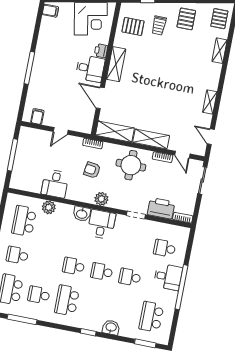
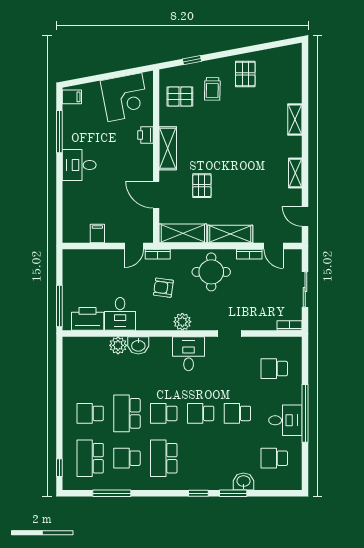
pallet: (219, 19) -> (202, 186), moved
shelving: (219, 51) -> (295, 119), moved
window: (29, 68) -> (59, 132), moved
desk: (90, 69) -> (79, 165), moved, turned 180
filing cabinet: (37, 117) -> (97, 234), moved
door: (61, 131) -> (134, 246), moved
window: (12, 155) -> (59, 306), moved
sliding door: (202, 180) -> (305, 289), moved
printer: (161, 208) -> (88, 319), moved
washbasin: (82, 214) -> (138, 345), moved
school desk: (24, 221) -> (127, 413), moved
desk: (168, 277) -> (285, 420), moved
school desk: (151, 317) -> (274, 458), width x0.54
washbasin: (111, 327) -> (244, 482), moved
window: (145, 343) -> (233, 493), moved

